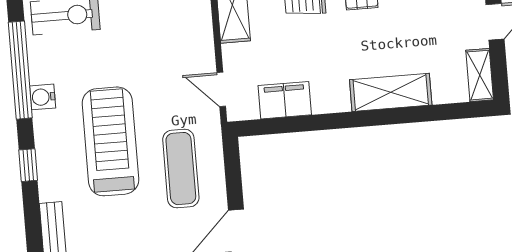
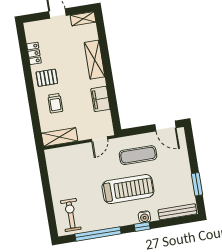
water cooler: (43, 97) -> (144, 217), moved
filing cabinet: (285, 100) -> (100, 99), moved
treadmill: (110, 141) -> (128, 189), turned 180

